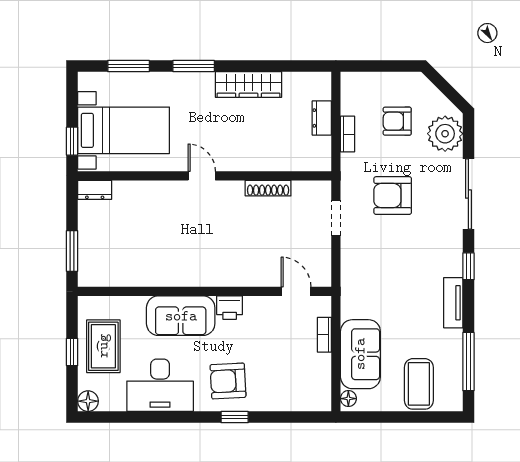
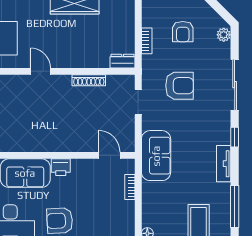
dresser: (322, 118) -> (123, 61), moved, turned 90
armchair: (397, 121) -> (183, 32), turned -90
plant: (445, 134) -> (224, 35), width x0.53, depth x0.53
armchair: (393, 196) -> (179, 86), turned 180
sofa: (360, 354) -> (156, 156), moved

